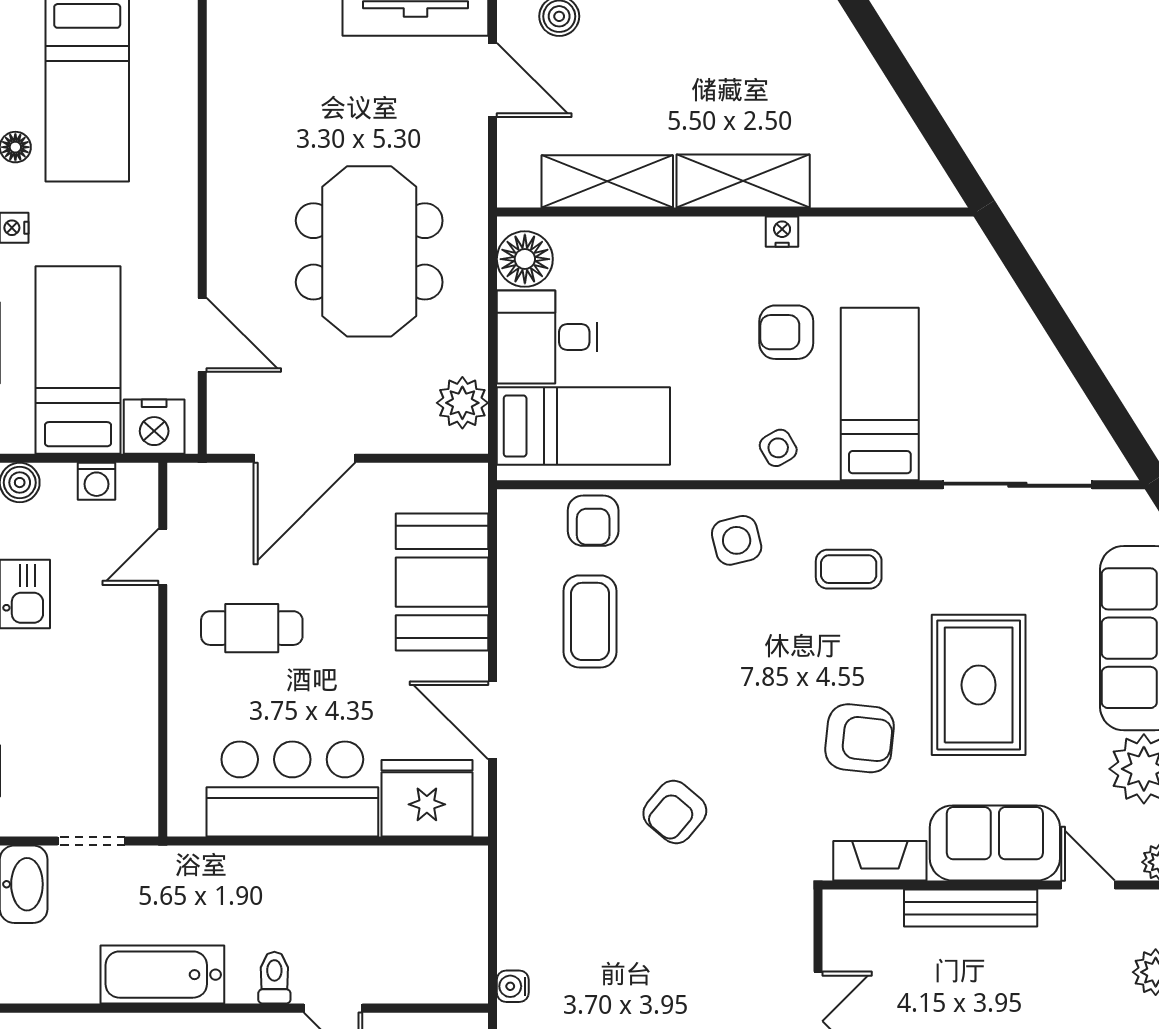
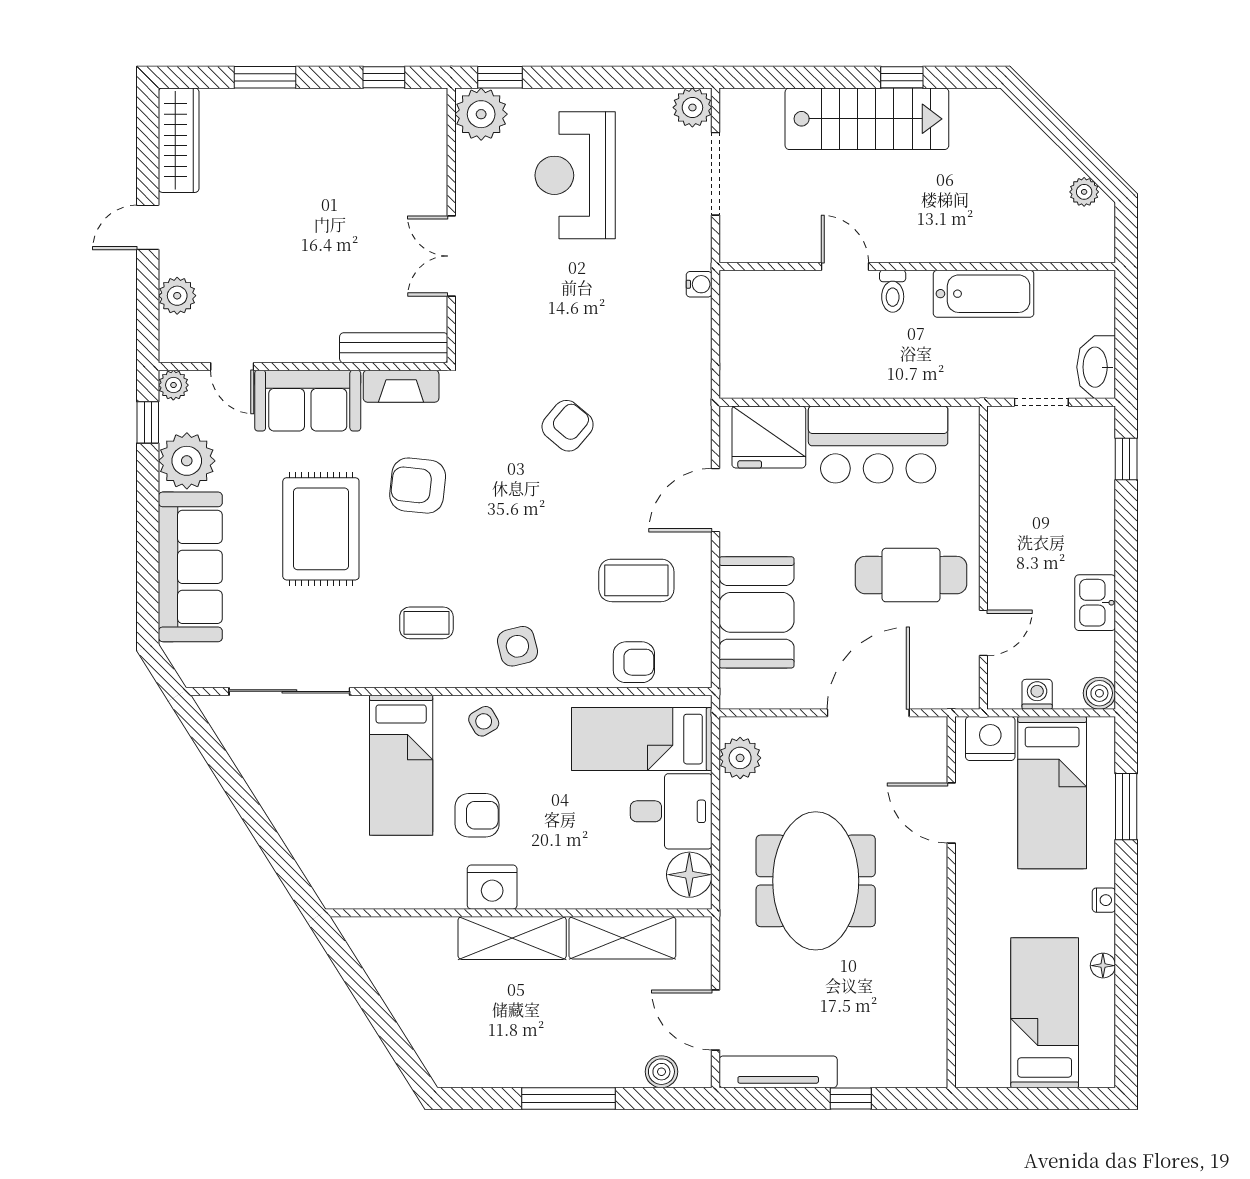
nightstand: (782, 232) -> (492, 887), width x1.89, depth x1.79
armchair: (593, 521) -> (634, 662), turned 90
coffee table: (590, 621) -> (636, 580), turned 90
cafe table: (252, 628) -> (911, 575), width x1.37, depth x1.35
door: (493, 720) -> (716, 500), swing flipped
bench: (971, 908) -> (394, 348), moved

